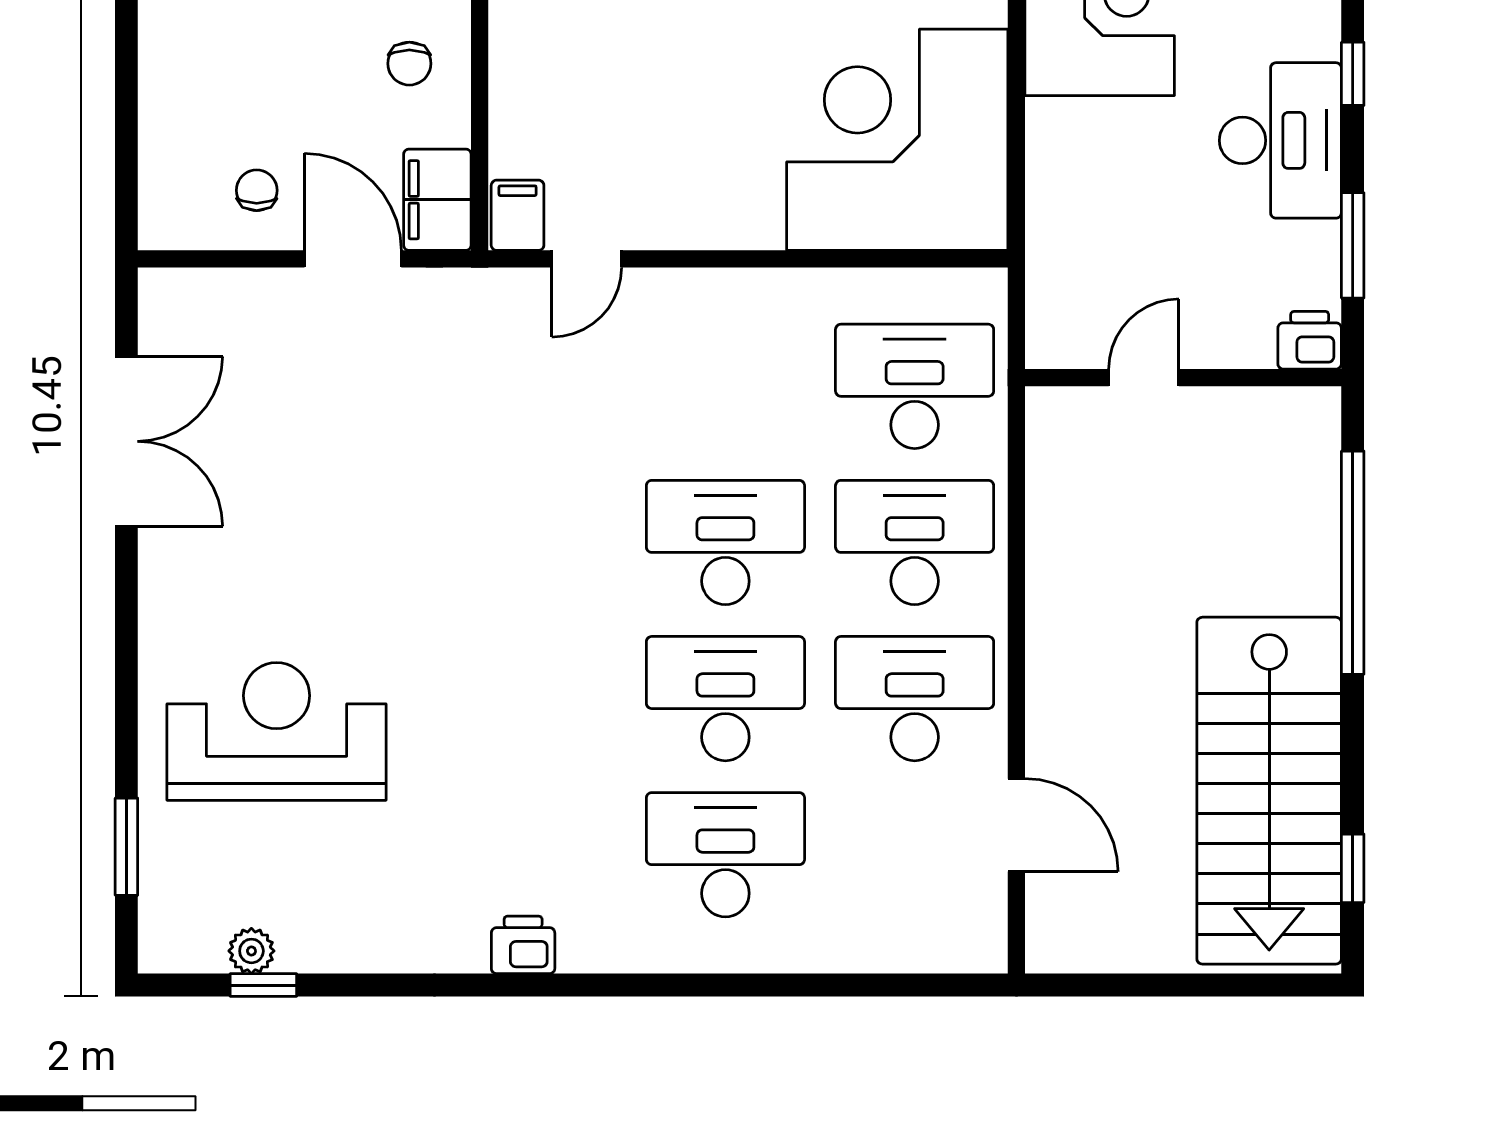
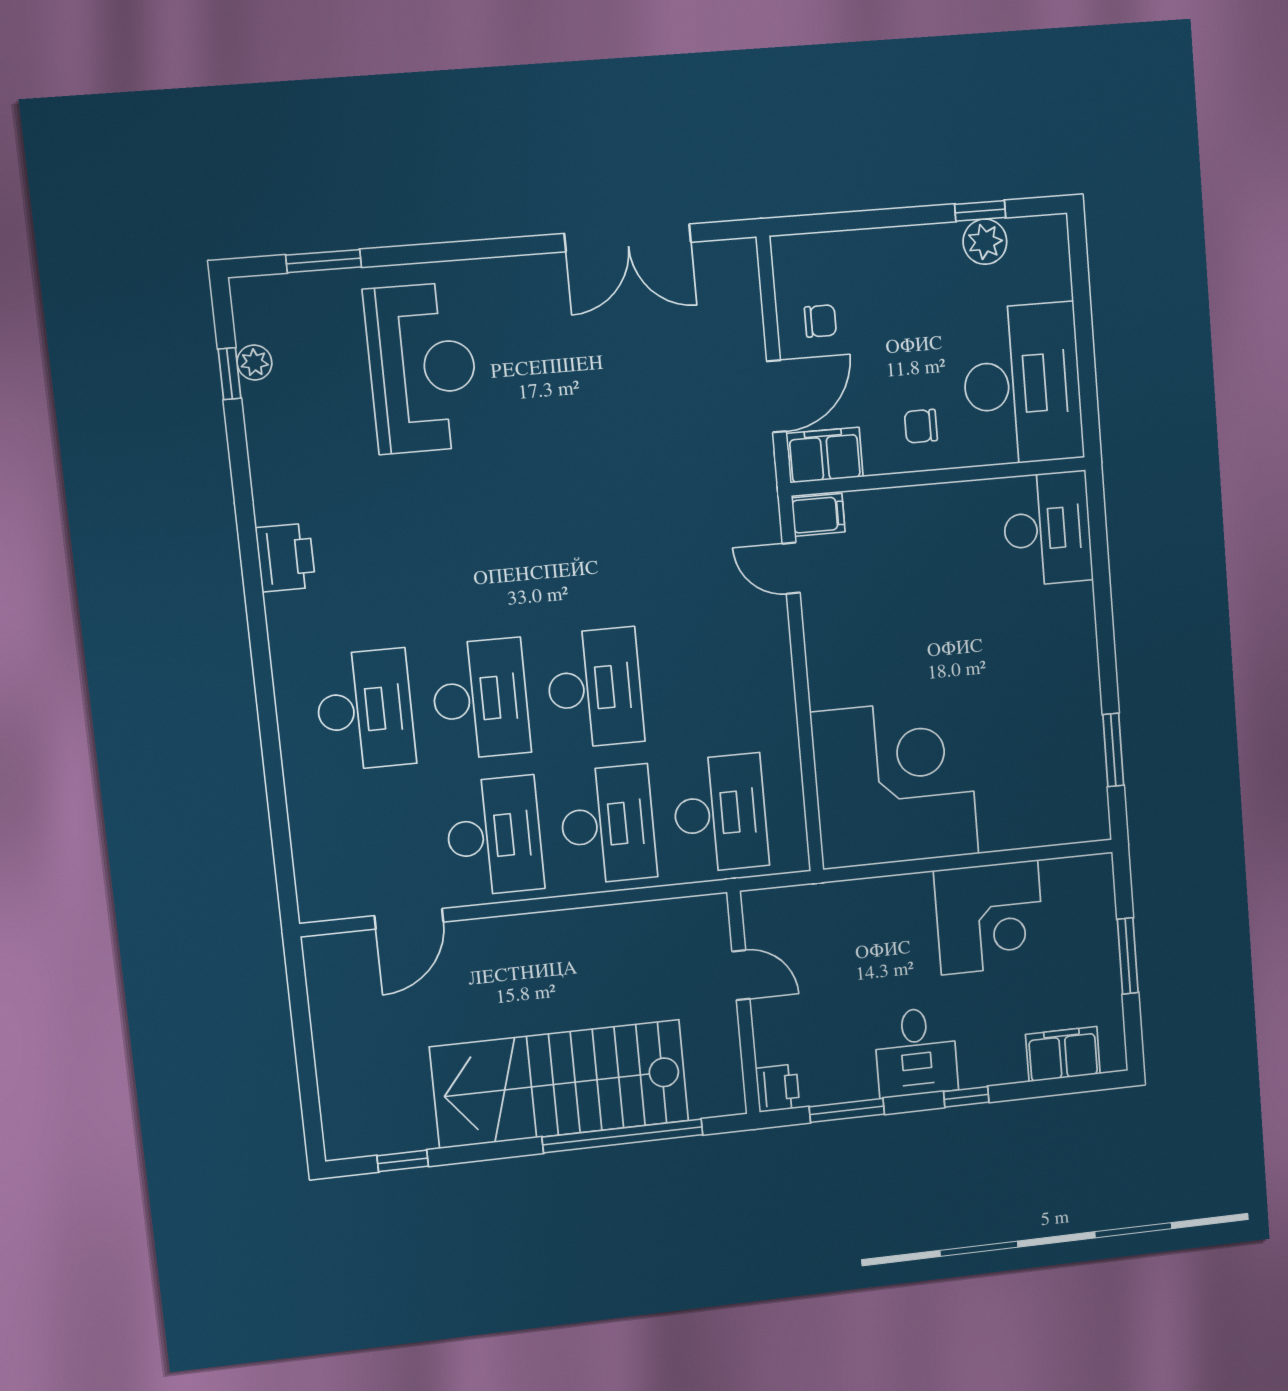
desk: (1280, 140) -> (916, 1052), width x0.73
stairs: (1269, 791) -> (560, 1084), moved
printer: (523, 945) -> (286, 557), width x1.36, depth x1.24

